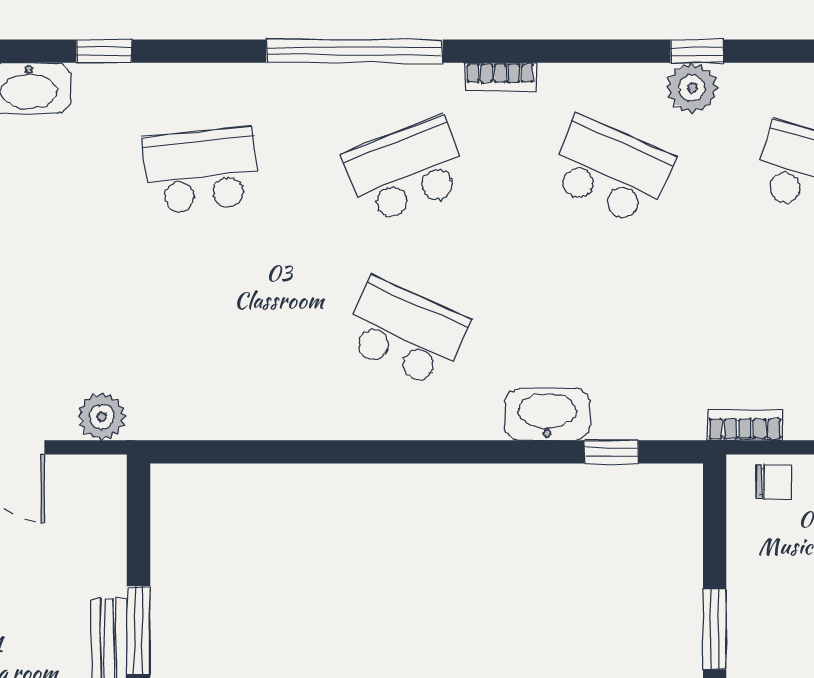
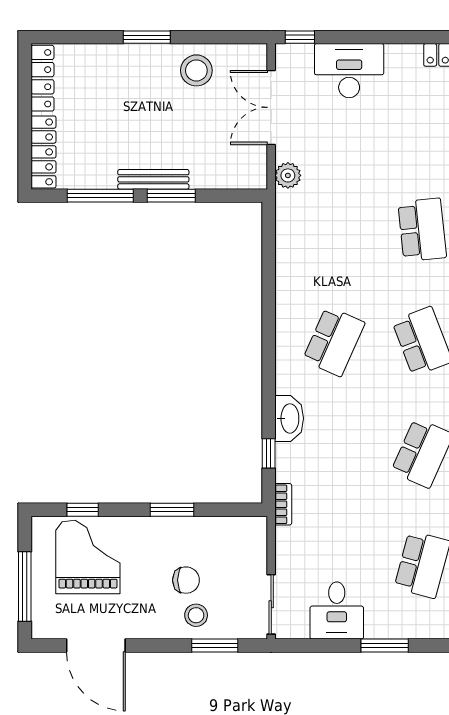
bookcase: (745, 425) -> (283, 504), moved
chair: (773, 482) -> (252, 542), removed

